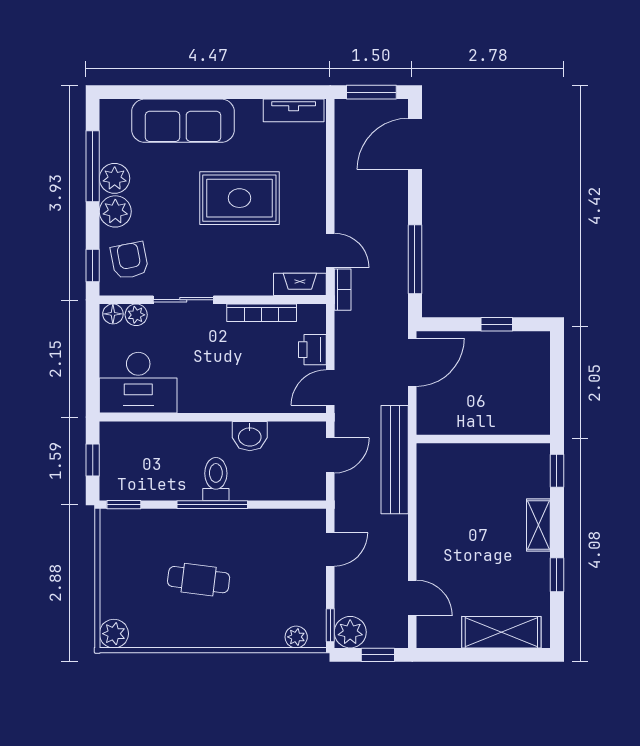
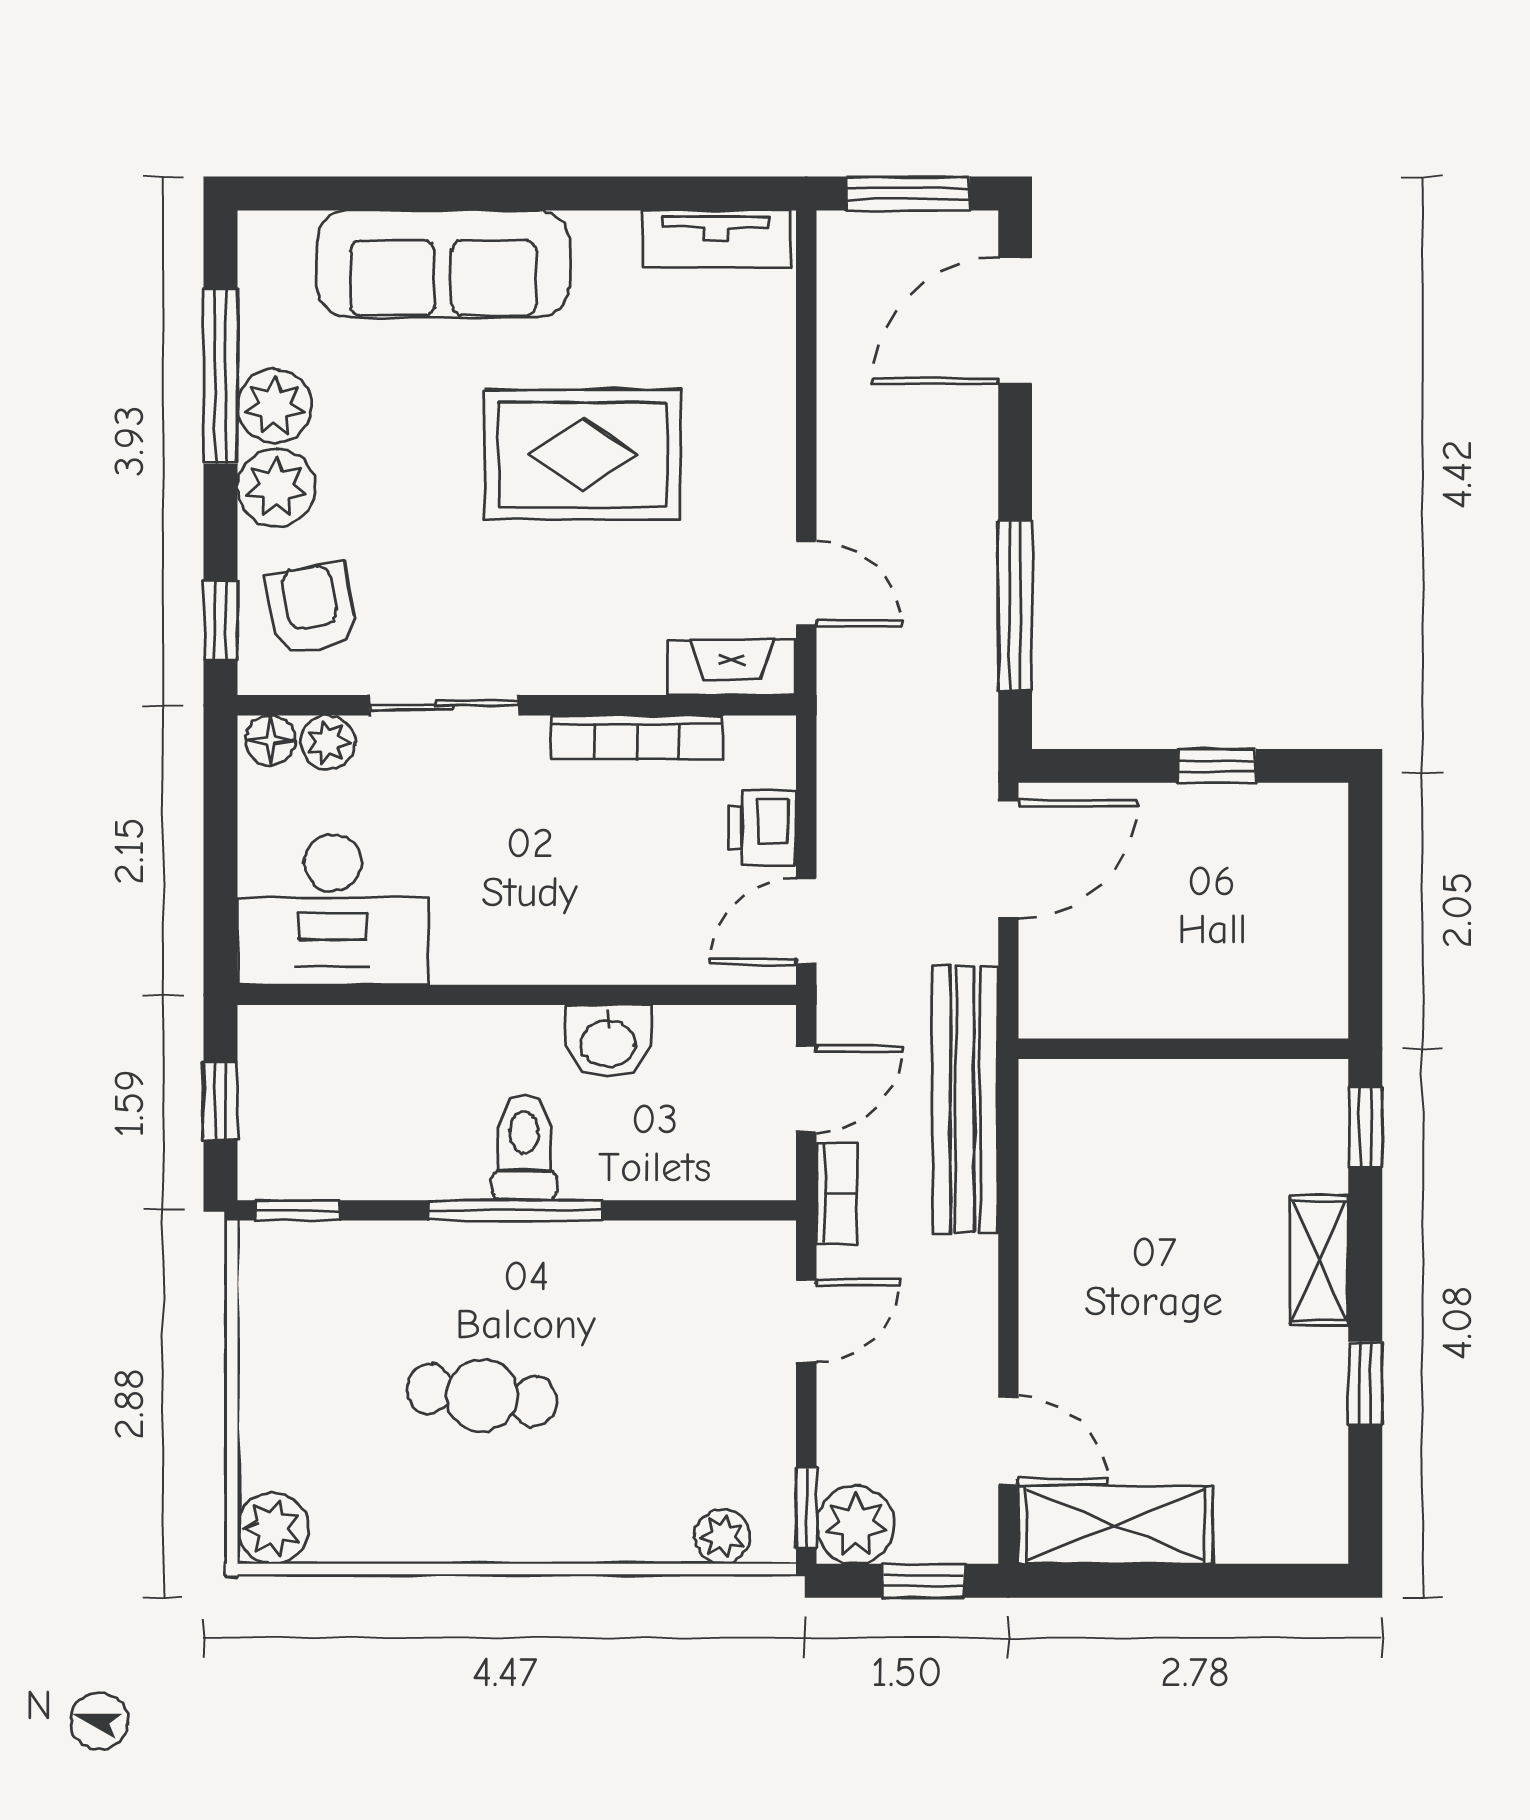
bookcase: (343, 290) -> (837, 1193), moved
shelving: (501, 632) -> (1116, 1525), moved

